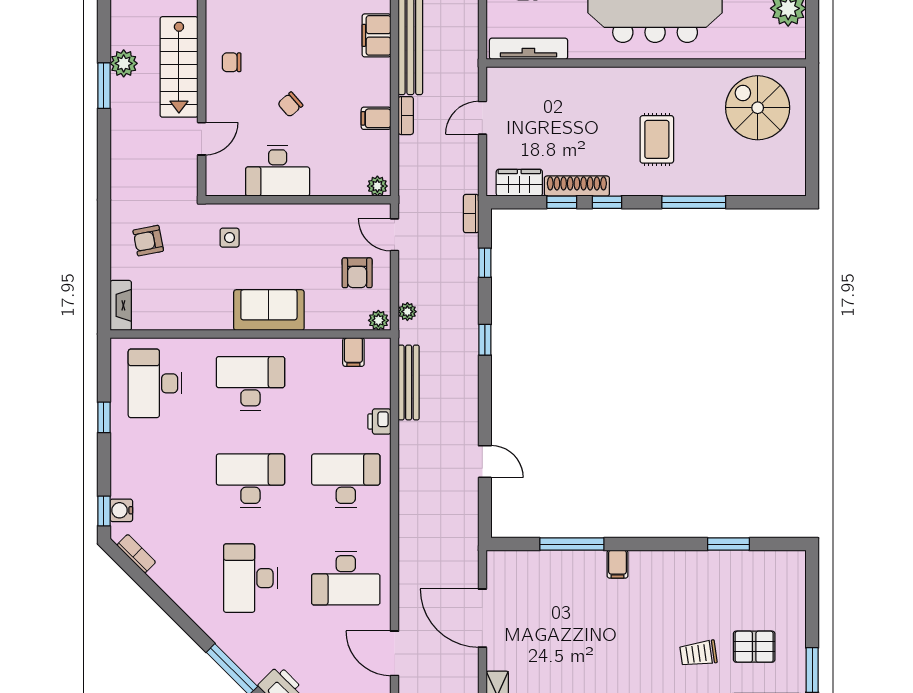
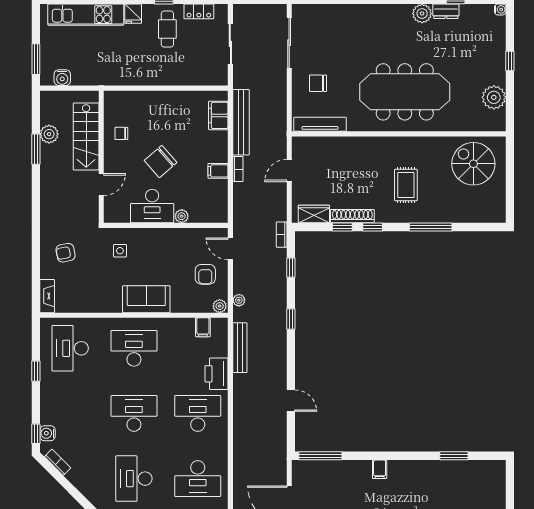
chair: (290, 104) -> (161, 162), width x1.87, depth x1.87
plant: (377, 186) -> (182, 216), moved
printer: (379, 421) -> (217, 374), width x1.87, depth x1.48
window: (572, 544) -> (320, 456), moved

